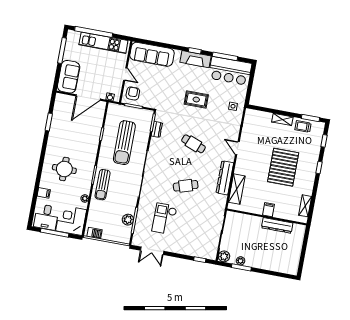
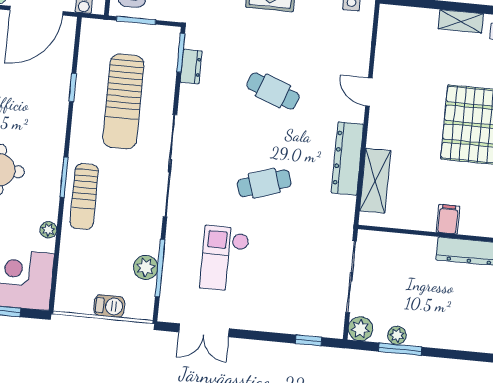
barbecue: (94, 233) -> (109, 306), moved

